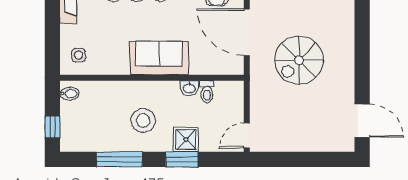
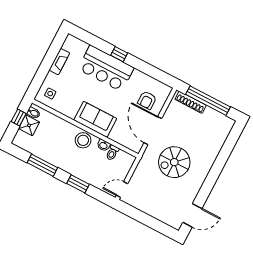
stool: (143, 120) -> (83, 140), moved
door: (362, 121) -> (192, 215), hinge flipped
window: (52, 127) -> (19, 118), moved
shower: (186, 140) -> (29, 125), moved

